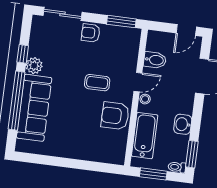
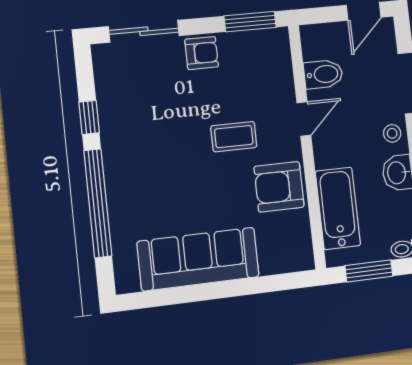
armchair: (91, 33) -> (202, 53), turned 180
plant: (34, 66) -> (115, 133), removed
stool: (145, 99) -> (392, 133), moved
sofa: (34, 108) -> (198, 259), moved, turned -90

